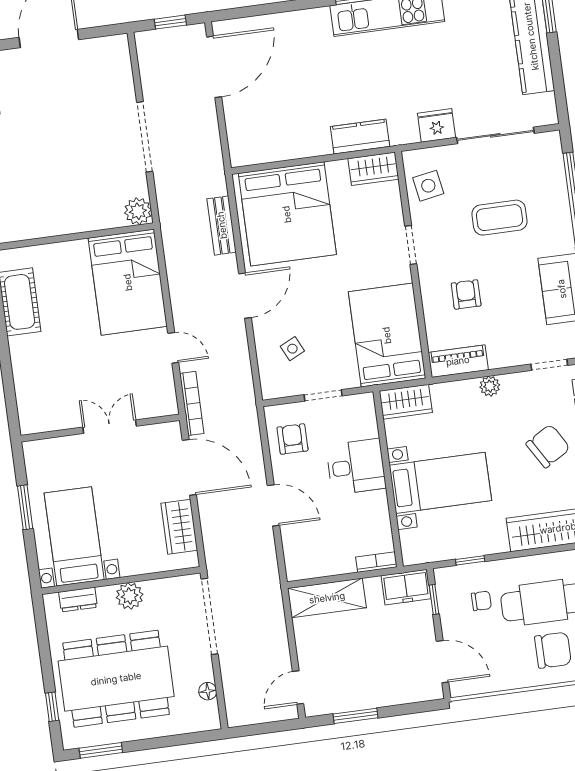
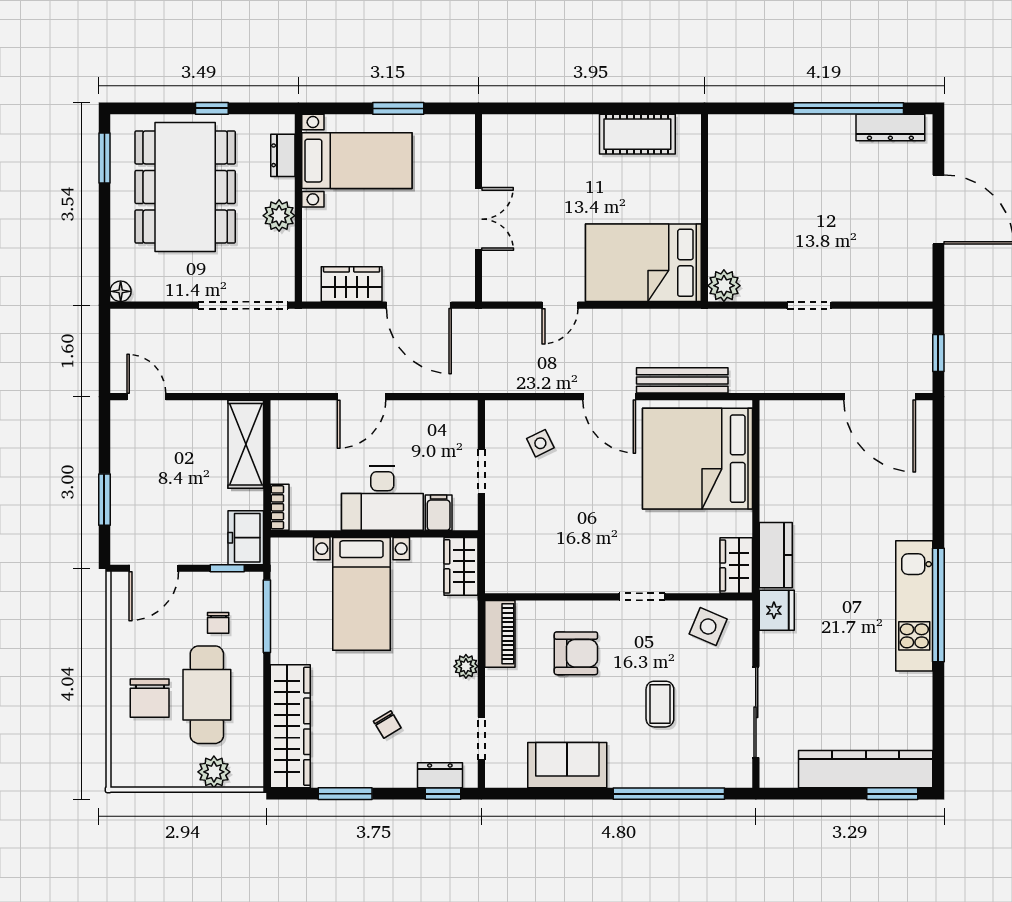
fridge: (436, 125) -> (777, 610), moved
doorway: (145, 137) -> (809, 305), width x0.53
side table: (428, 186) -> (708, 626), turned 33
coffee table: (499, 218) -> (660, 704), width x0.73, depth x0.77
bench: (222, 225) -> (682, 380), width x1.36
armchair: (466, 294) -> (576, 653), width x1.38, depth x1.38
bed: (387, 335) -> (541, 555), removed
bookcase: (192, 403) -> (493, 318), removed
filing cabinet: (363, 427) -> (439, 513), added
armchair: (293, 439) -> (436, 429), removed
chair: (548, 446) -> (387, 725), width x0.54, depth x0.54
door: (189, 467) -> (419, 305), hinge flipped
desk: (356, 467) -> (382, 498), width x1.37
window: (470, 560) -> (267, 616), width x2.17
floor lamp: (208, 691) -> (121, 291), moved
window: (52, 707) -> (212, 108), moved
window: (355, 716) -> (104, 500), moved

